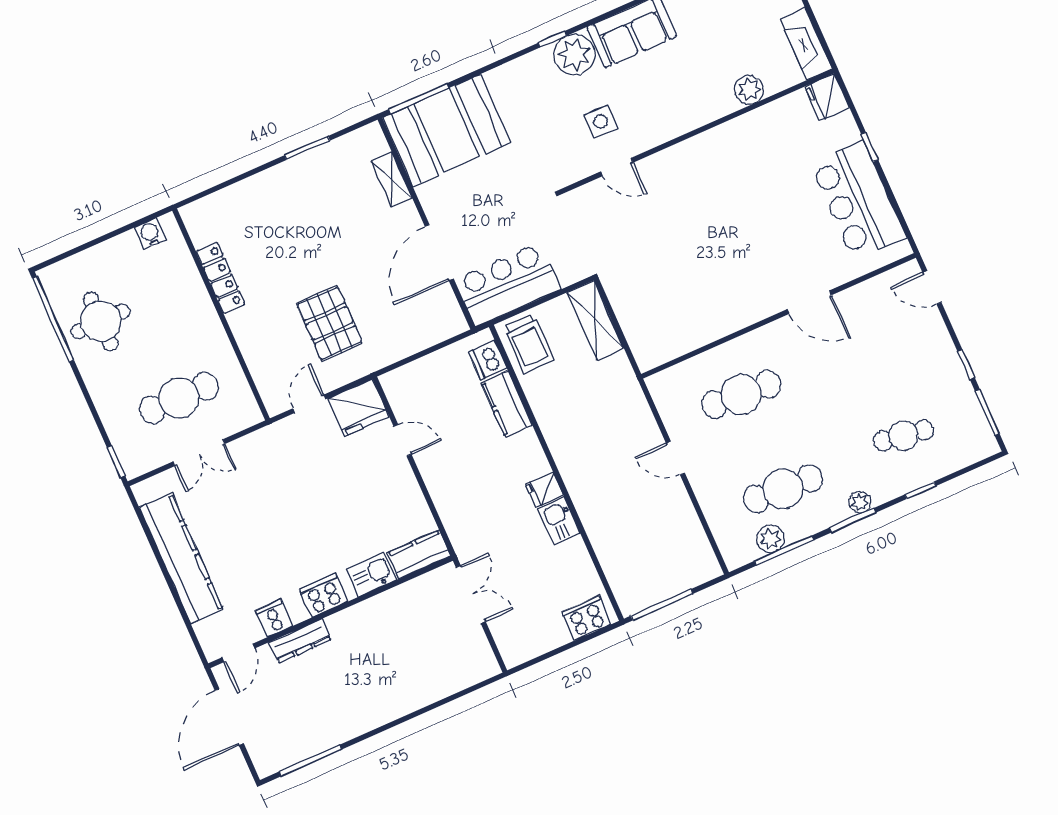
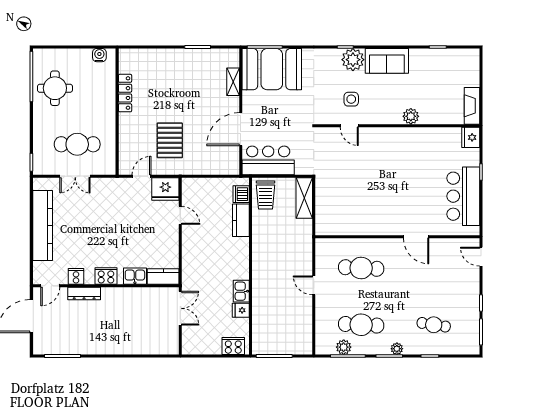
plant: (749, 90) -> (411, 116), moved
fridge: (545, 490) -> (241, 310), moved

